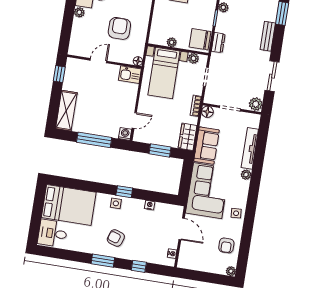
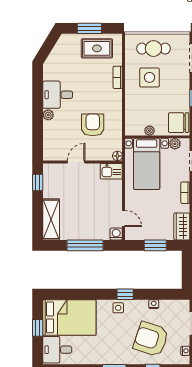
door: (134, 120) -> (124, 218), hinge flipped
window: (37, 210) -> (38, 328), added
armchair: (116, 238) -> (151, 339), moved, width x1.88, depth x1.88

